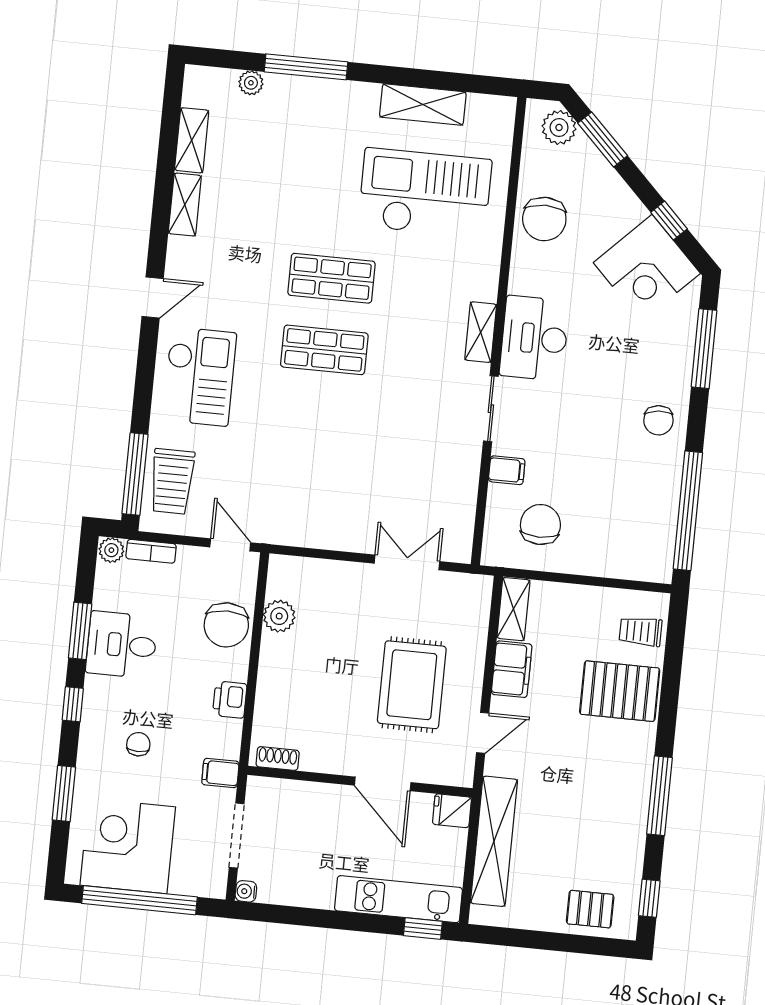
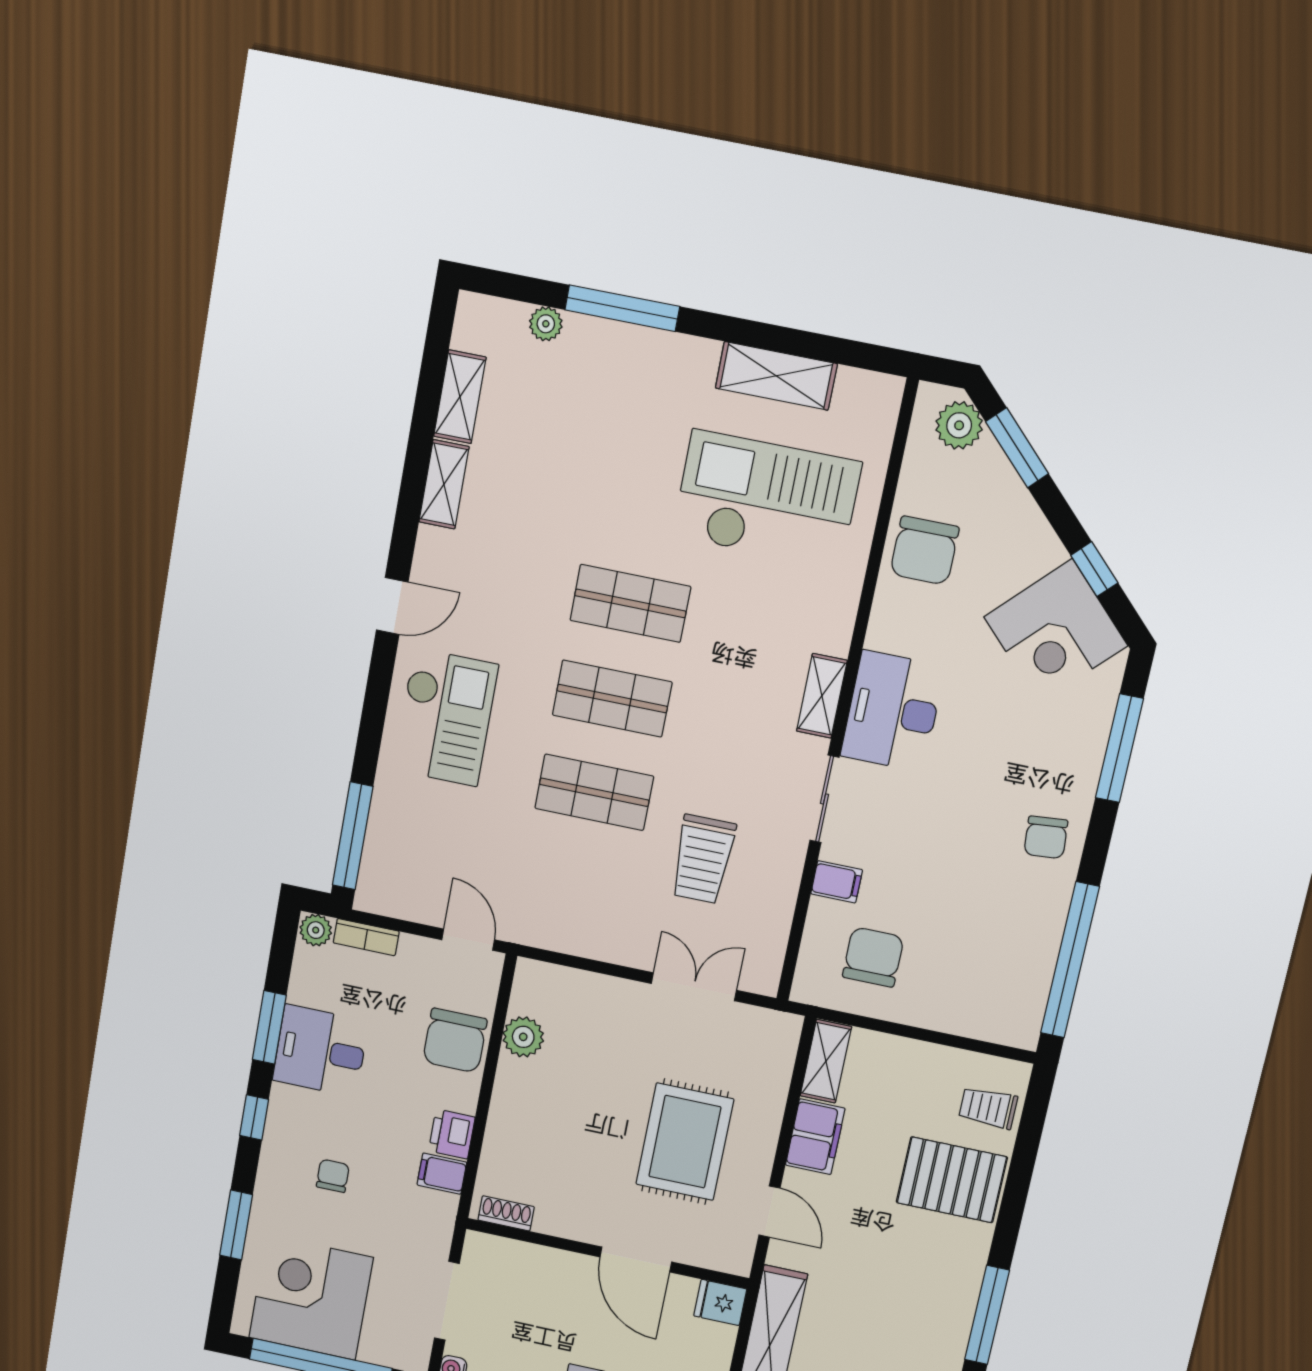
shop shelf: (317, 422) -> (594, 792), added
trolley: (172, 481) -> (703, 859), moved
door: (483, 733) -> (769, 1212), hinge flipped
filing cabinet: (220, 773) -> (442, 1174), moved

